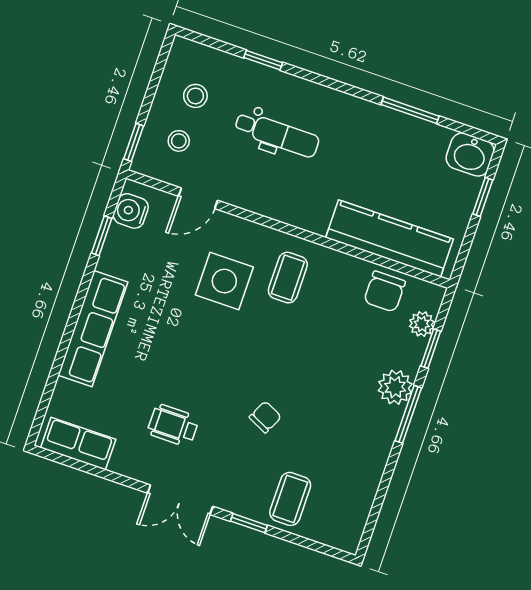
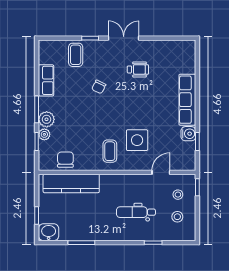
water cooler: (131, 211) -> (188, 134), moved
plant: (422, 324) -> (44, 134), moved
row of seats: (78, 444) -> (46, 80), moved, turned -90

